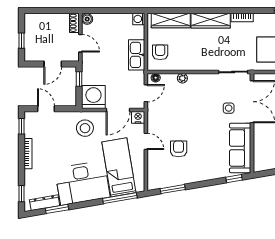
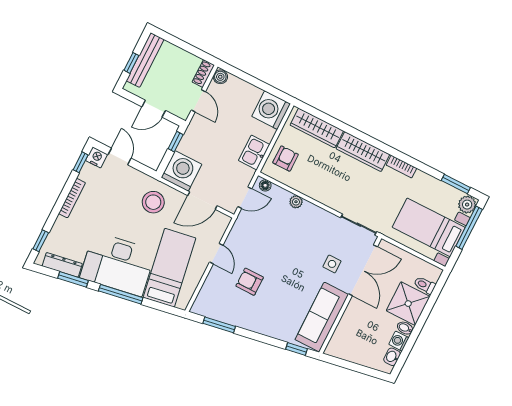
washing machine: (139, 19) -> (271, 110), width x1.89, depth x1.89
bench: (30, 34) -> (145, 60), added
kitchen sink: (137, 55) -> (254, 152), width x0.73
nightstand: (138, 117) -> (97, 157), moved
armchair: (179, 149) -> (250, 282), turned -90
window: (120, 198) -> (121, 294), moved

